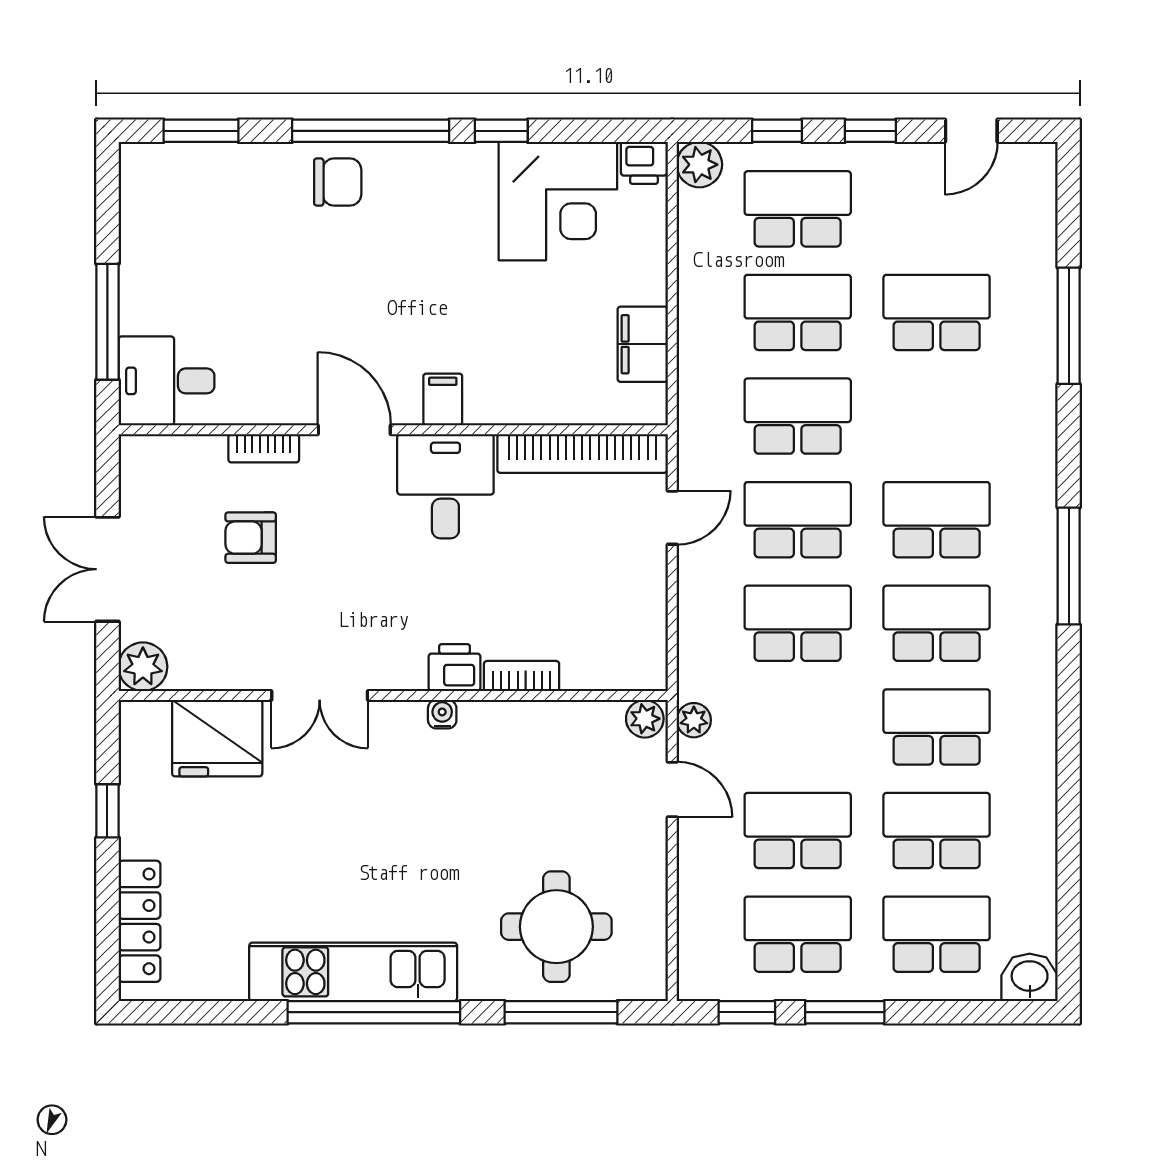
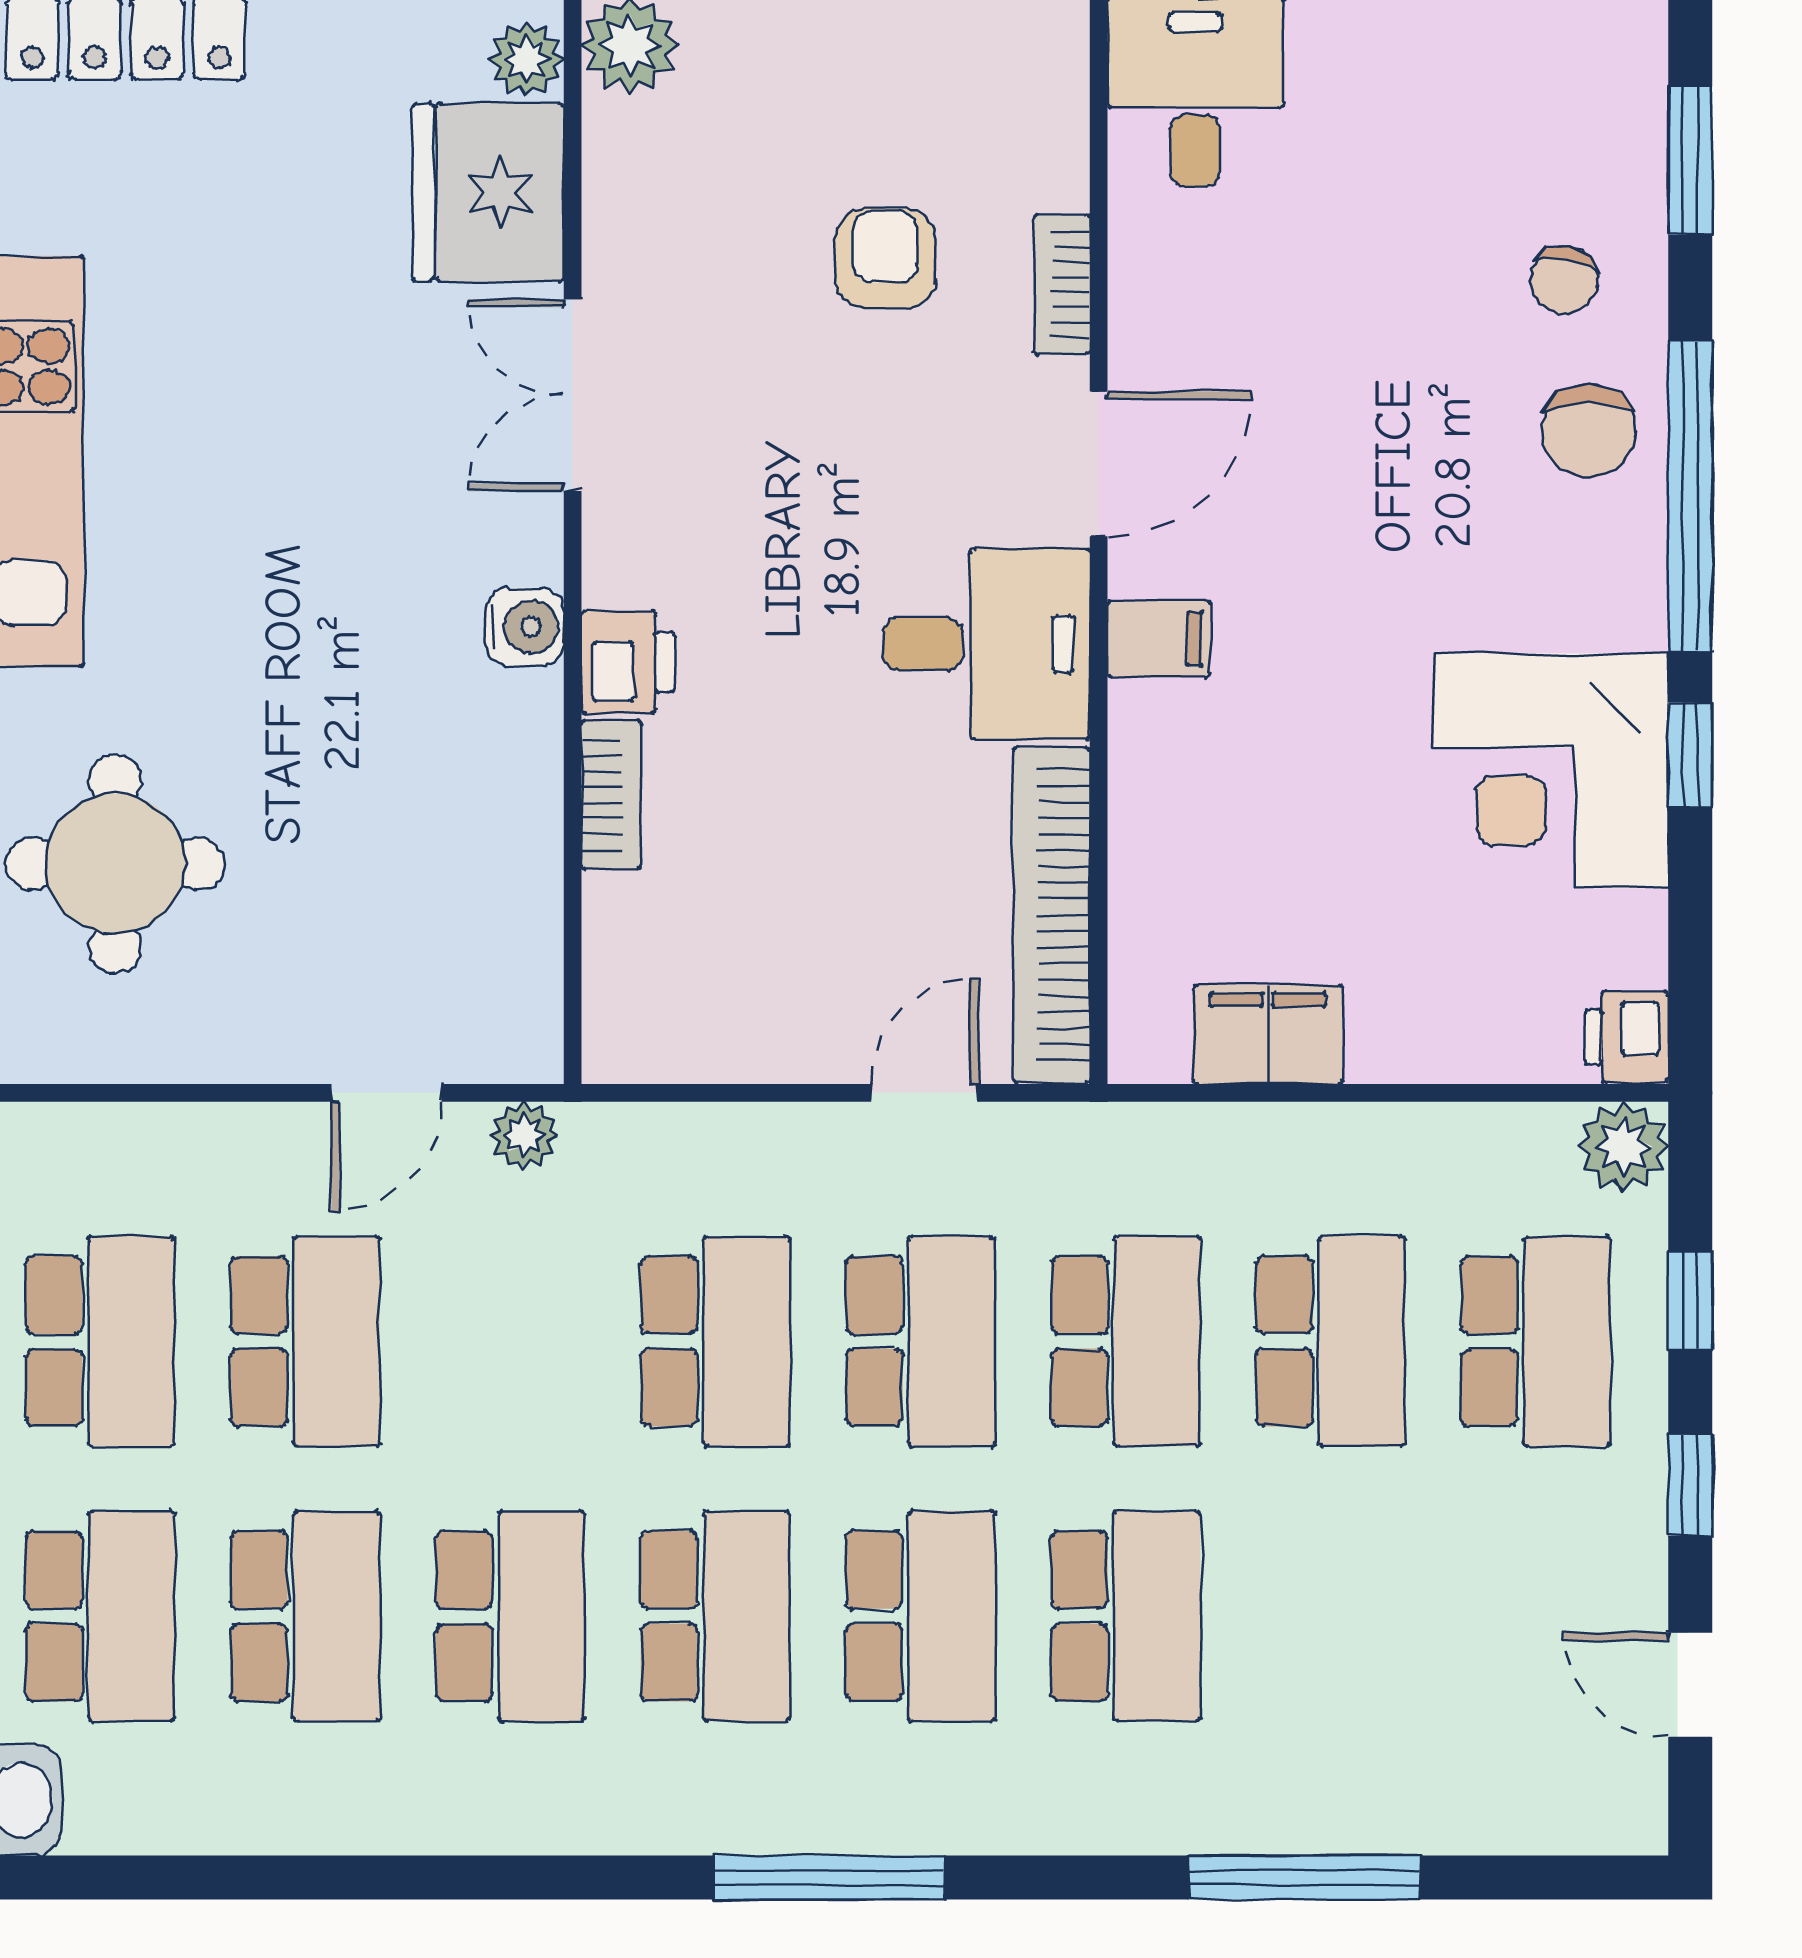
chair: (262, 195) -> (1564, 280), added
corner desk: (558, 201) -> (1551, 771), moved
school desk: (937, 312) -> (1126, 1616), moved
door: (672, 518) -> (924, 1093), swing flipped
water cooler: (442, 714) -> (525, 627), width x1.38, depth x1.38
plant: (645, 719) -> (527, 59), moved

